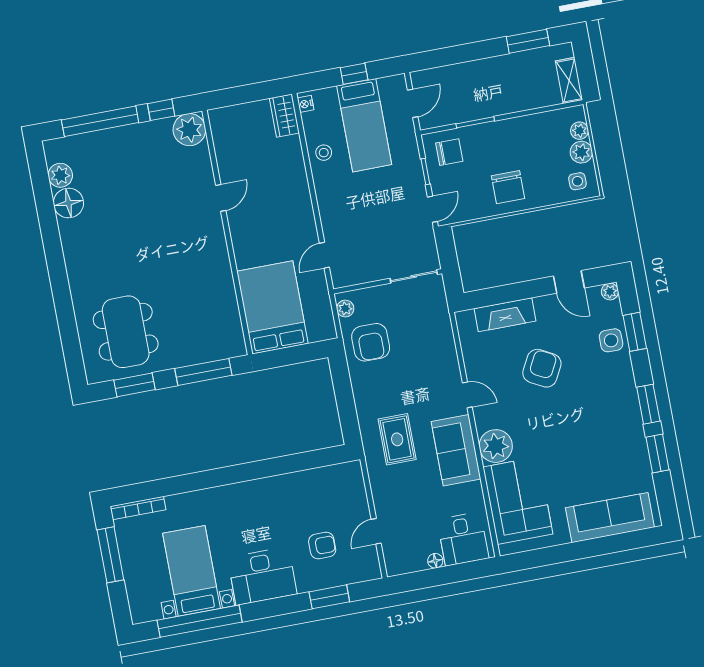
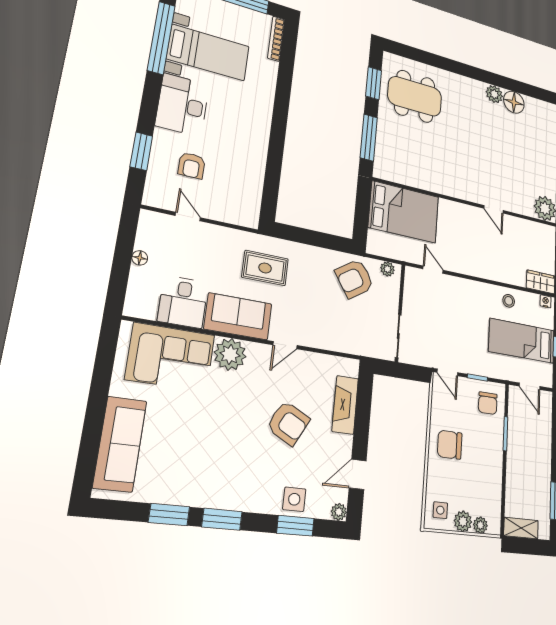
plant: (60, 175) -> (494, 94), moved
armchair: (371, 342) -> (355, 279), turned -34
desk: (463, 539) -> (183, 302), moved, turned -90

